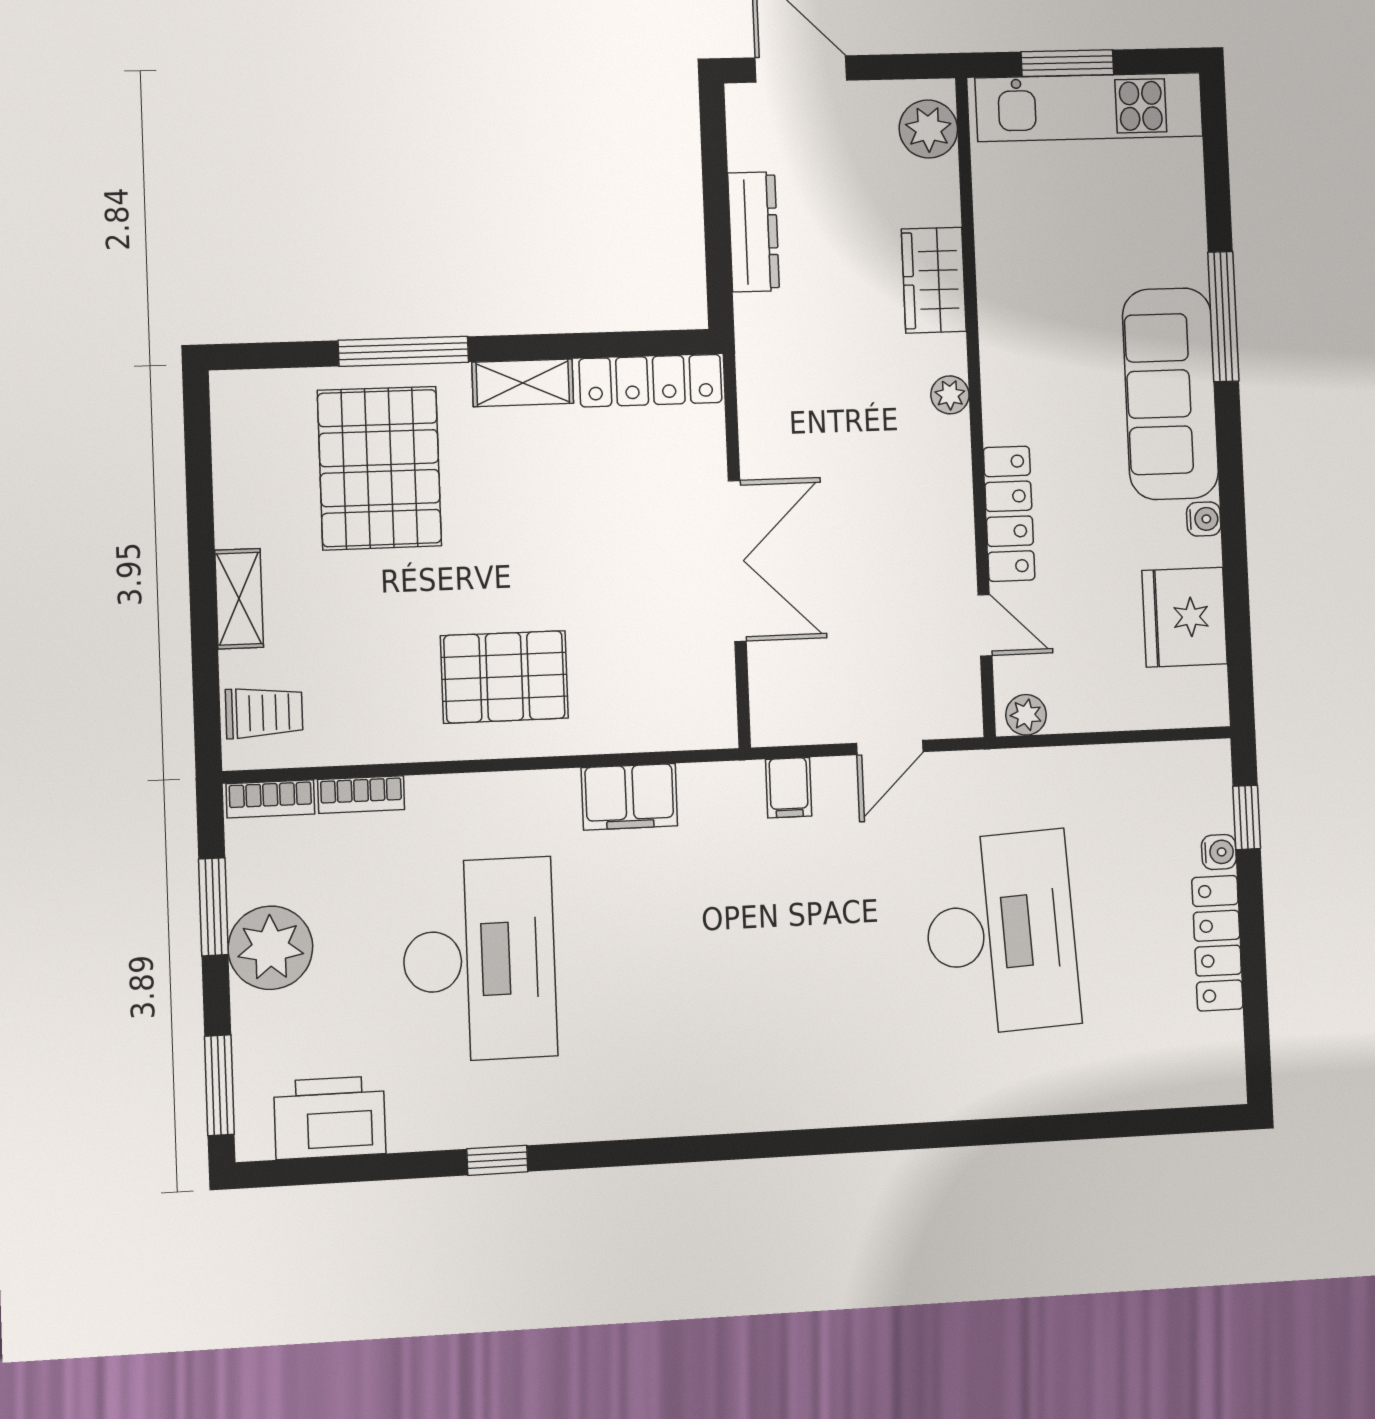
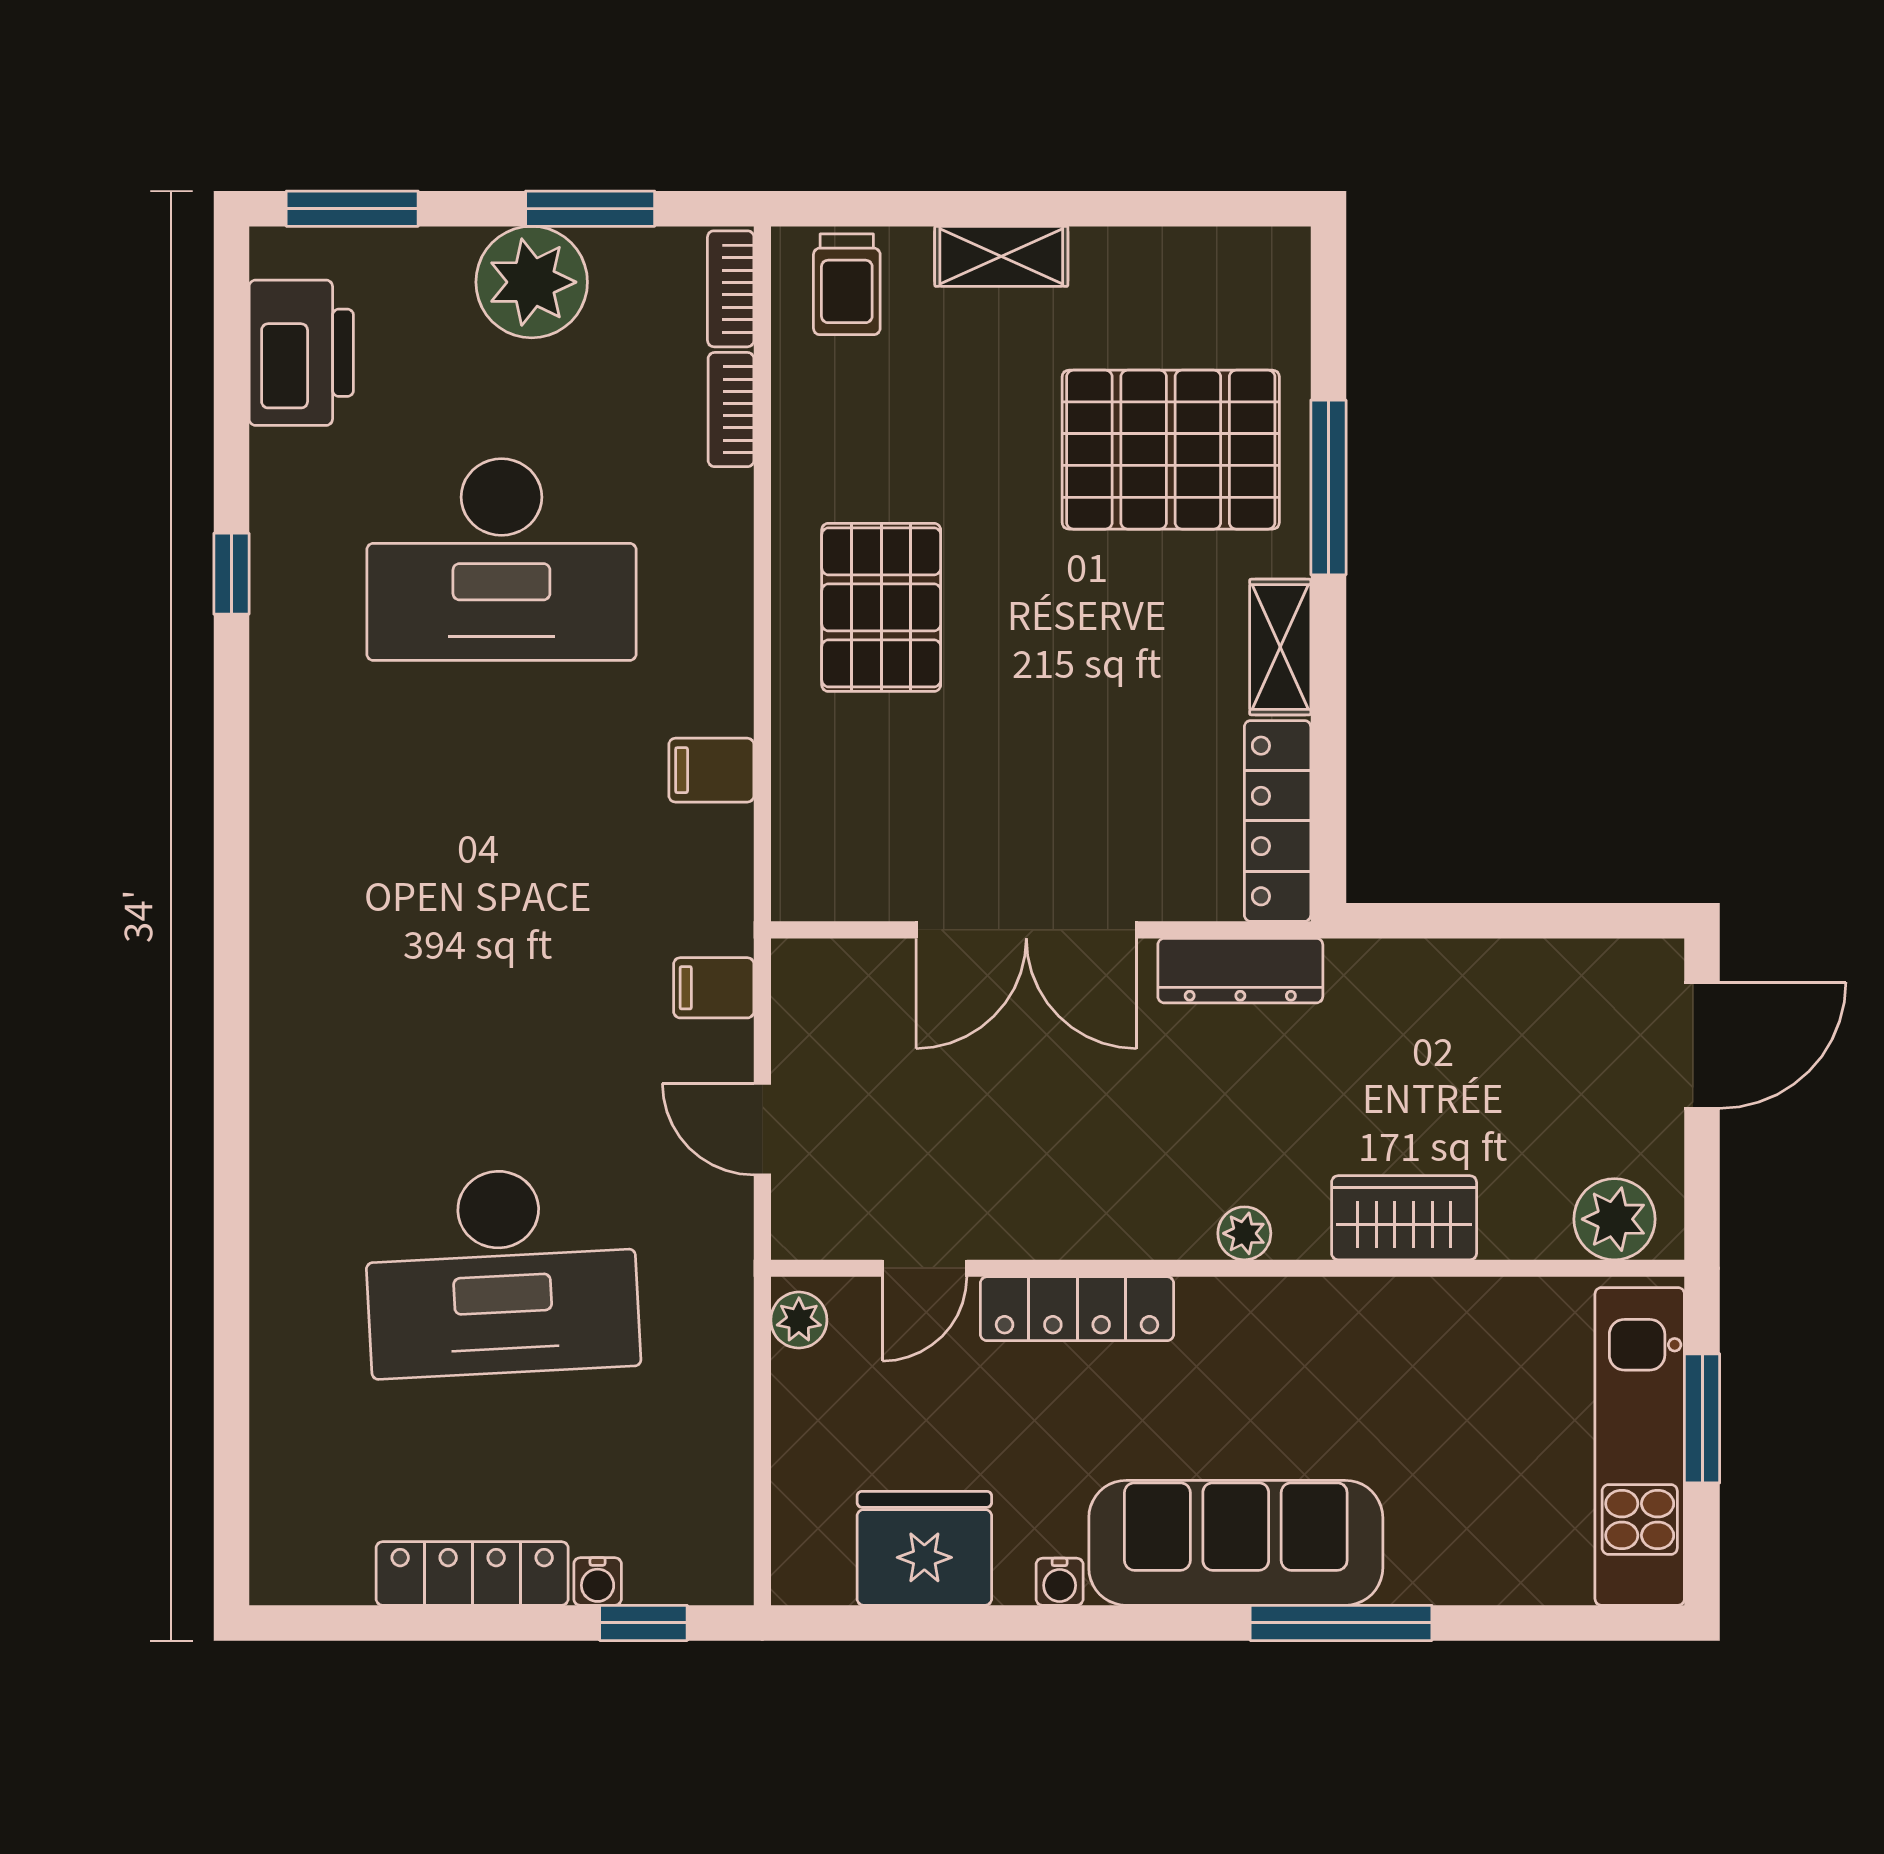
dresser: (754, 232) -> (1240, 971), moved
filing cabinet: (629, 797) -> (711, 770), width x0.50

